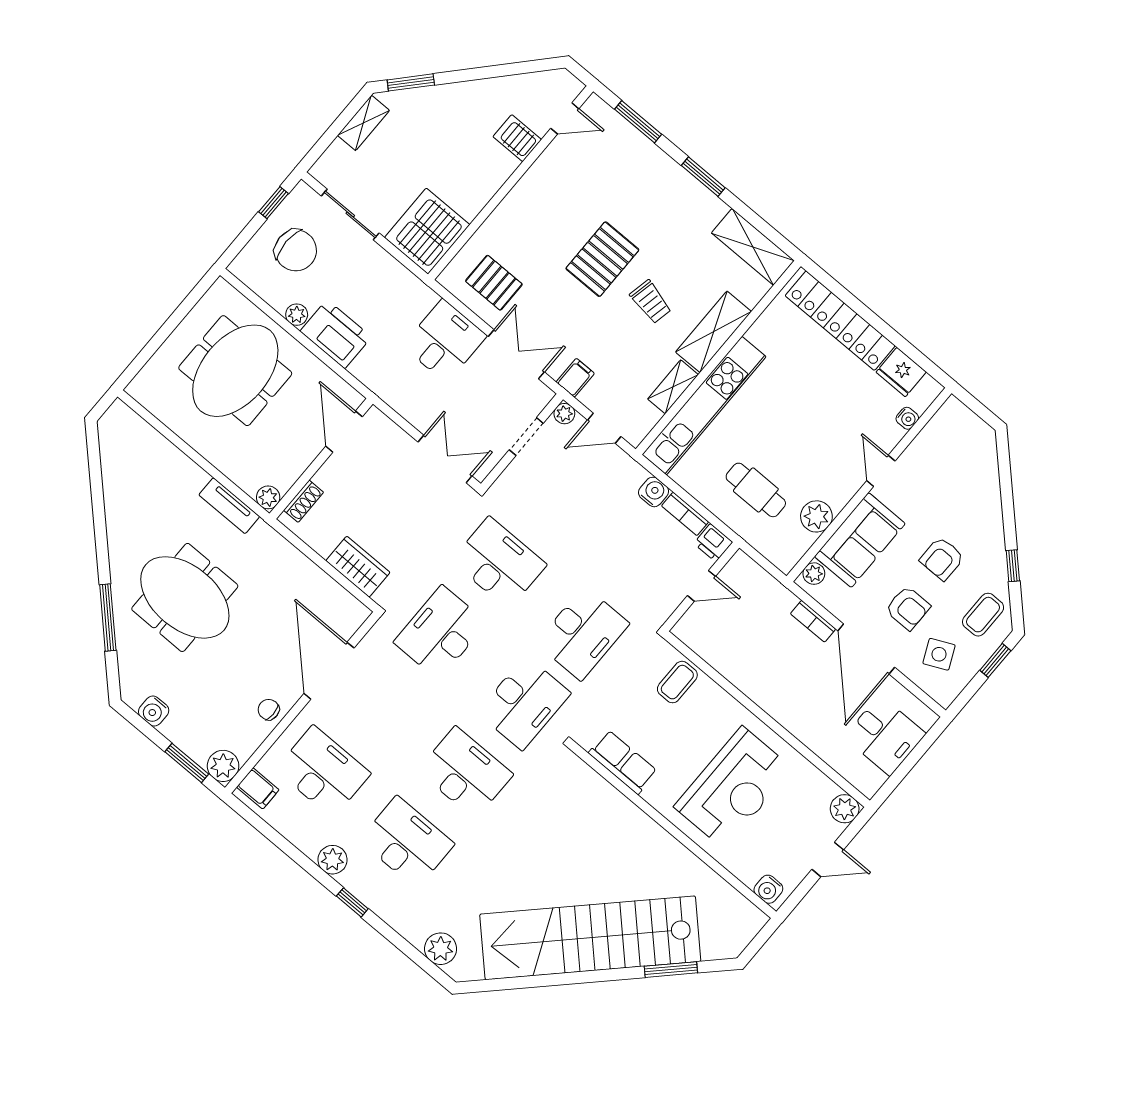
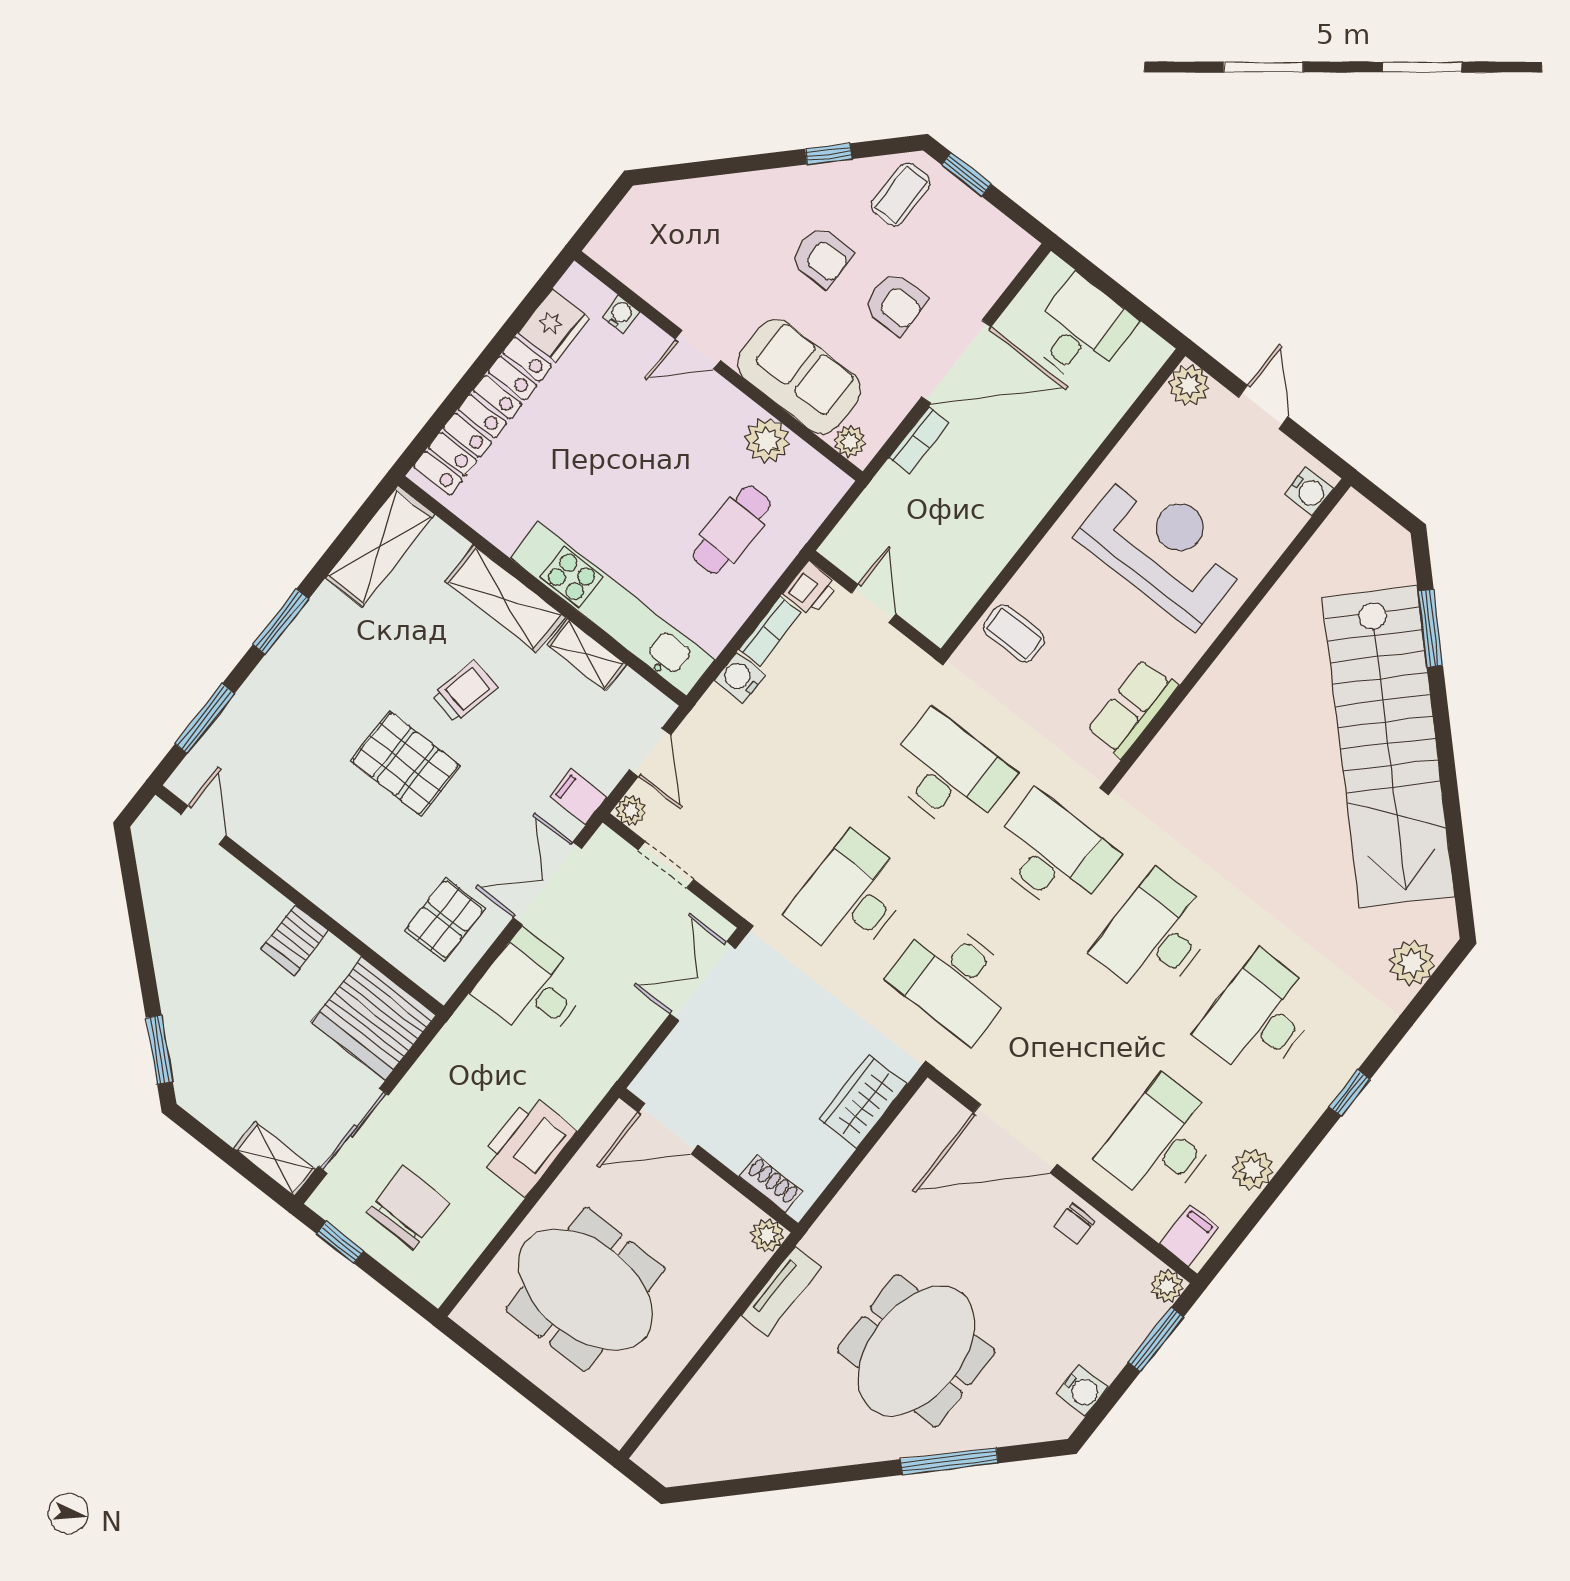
shelving: (363, 123) -> (275, 1159), moved
server rack: (517, 138) -> (295, 940), moved
plant: (297, 315) -> (501, 1203), removed
armchair: (908, 608) -> (895, 304), turned 89
coffee table: (983, 615) -> (901, 194), turned 90
side table: (939, 654) -> (960, 256), removed
plant: (223, 766) -> (1167, 1286), width x0.73, depth x0.73
plant: (332, 860) -> (1253, 1170), moved

